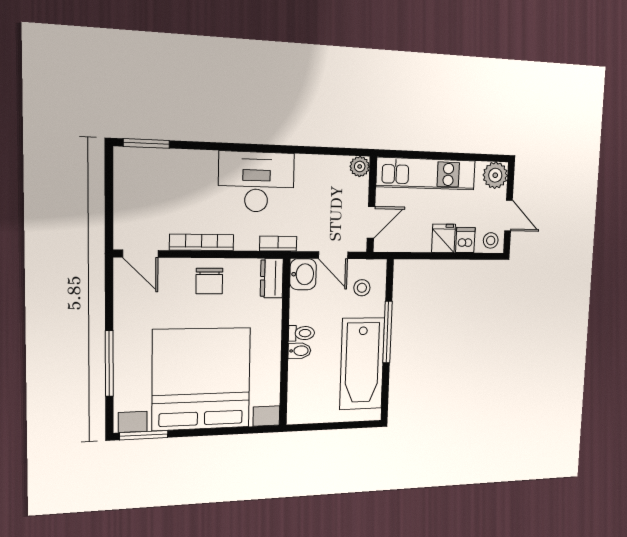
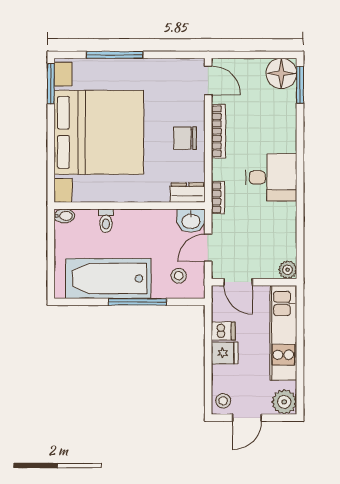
floor lamp: (132, 166) -> (281, 73), added
desk: (256, 182) -> (271, 177), width x0.73
dishwasher: (465, 240) -> (223, 331), moved
door: (141, 254) -> (208, 80), swing flipped
toilet: (301, 333) -> (106, 221), moved
bidet: (299, 351) -> (64, 216), moved, turned -90

